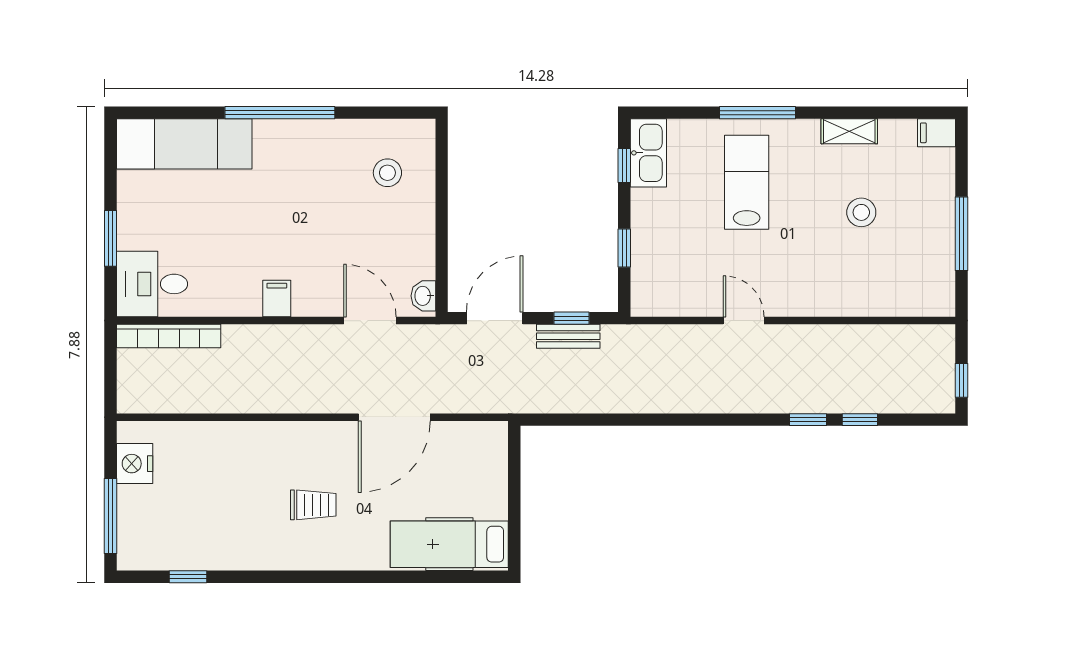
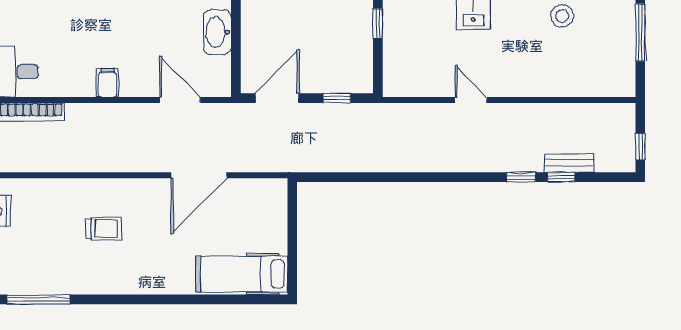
window: (624, 248) -> (378, 24), moved
washbasin: (423, 296) -> (217, 32), moved, width x1.91, depth x1.45
bench: (568, 336) -> (569, 163), moved
trolley: (313, 505) -> (104, 229), moved
window: (188, 577) -> (39, 299), width x2.17

